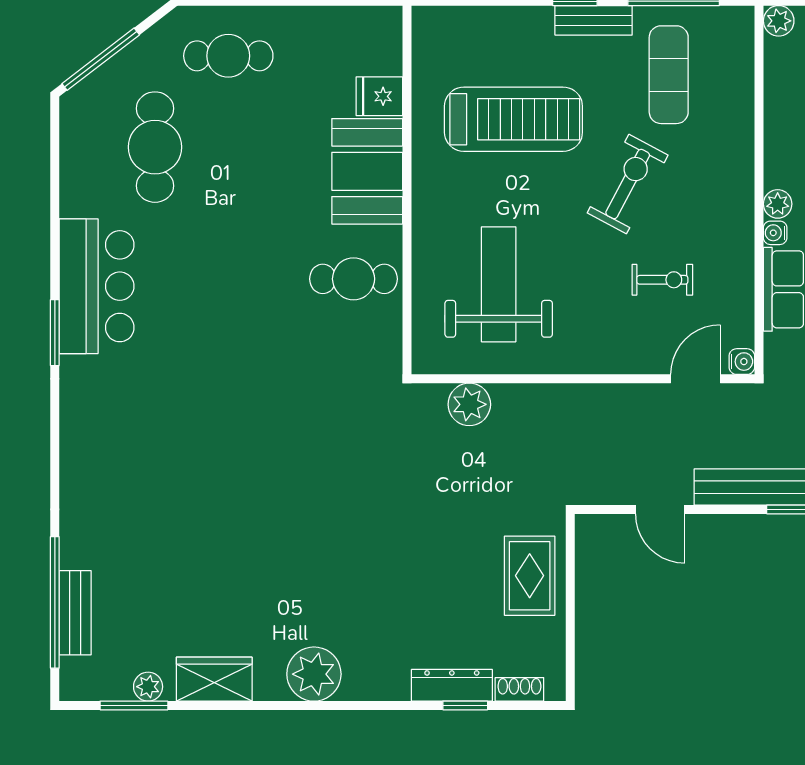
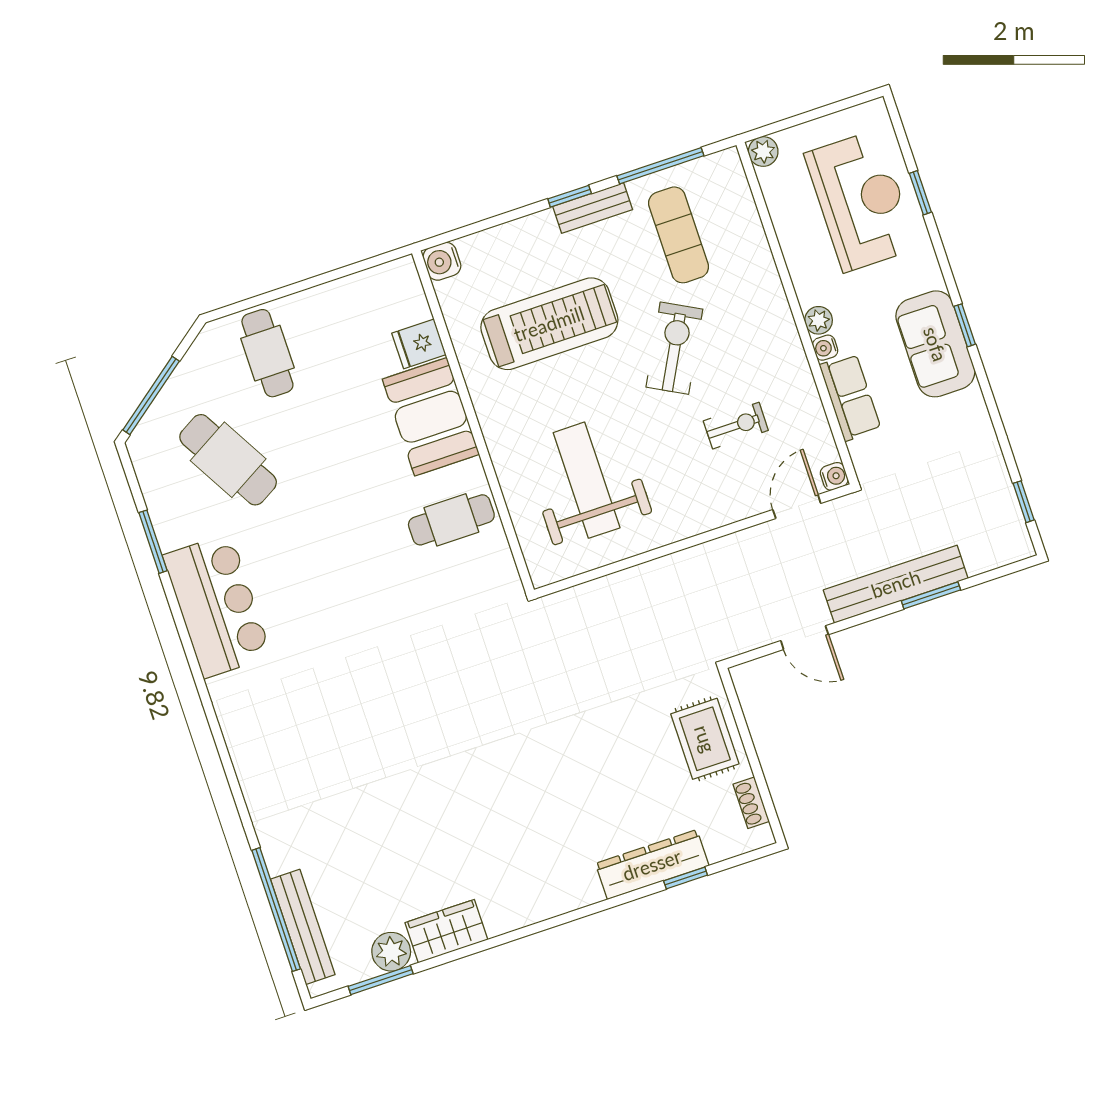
water cooler: (429, 23) -> (442, 261), added
cafe table: (228, 56) -> (267, 353), turned 90
cafe table: (155, 147) -> (228, 460), turned -30
window: (55, 333) -> (153, 542), moved
plant: (469, 404) -> (597, 600), removed
bench: (75, 613) -> (303, 927), width x1.36
plant: (314, 674) -> (537, 896), removed
dresser: (452, 685) -> (652, 865), width x1.37, depth x1.24
plant: (148, 687) -> (391, 952), width x1.38, depth x1.38
shoe rack: (519, 689) -> (751, 803), moved, turned -90

